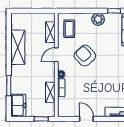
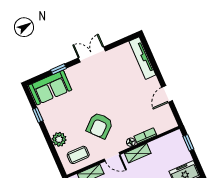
plant: (98, 19) -> (59, 139), moved
shelving: (50, 92) -> (138, 153), moved

